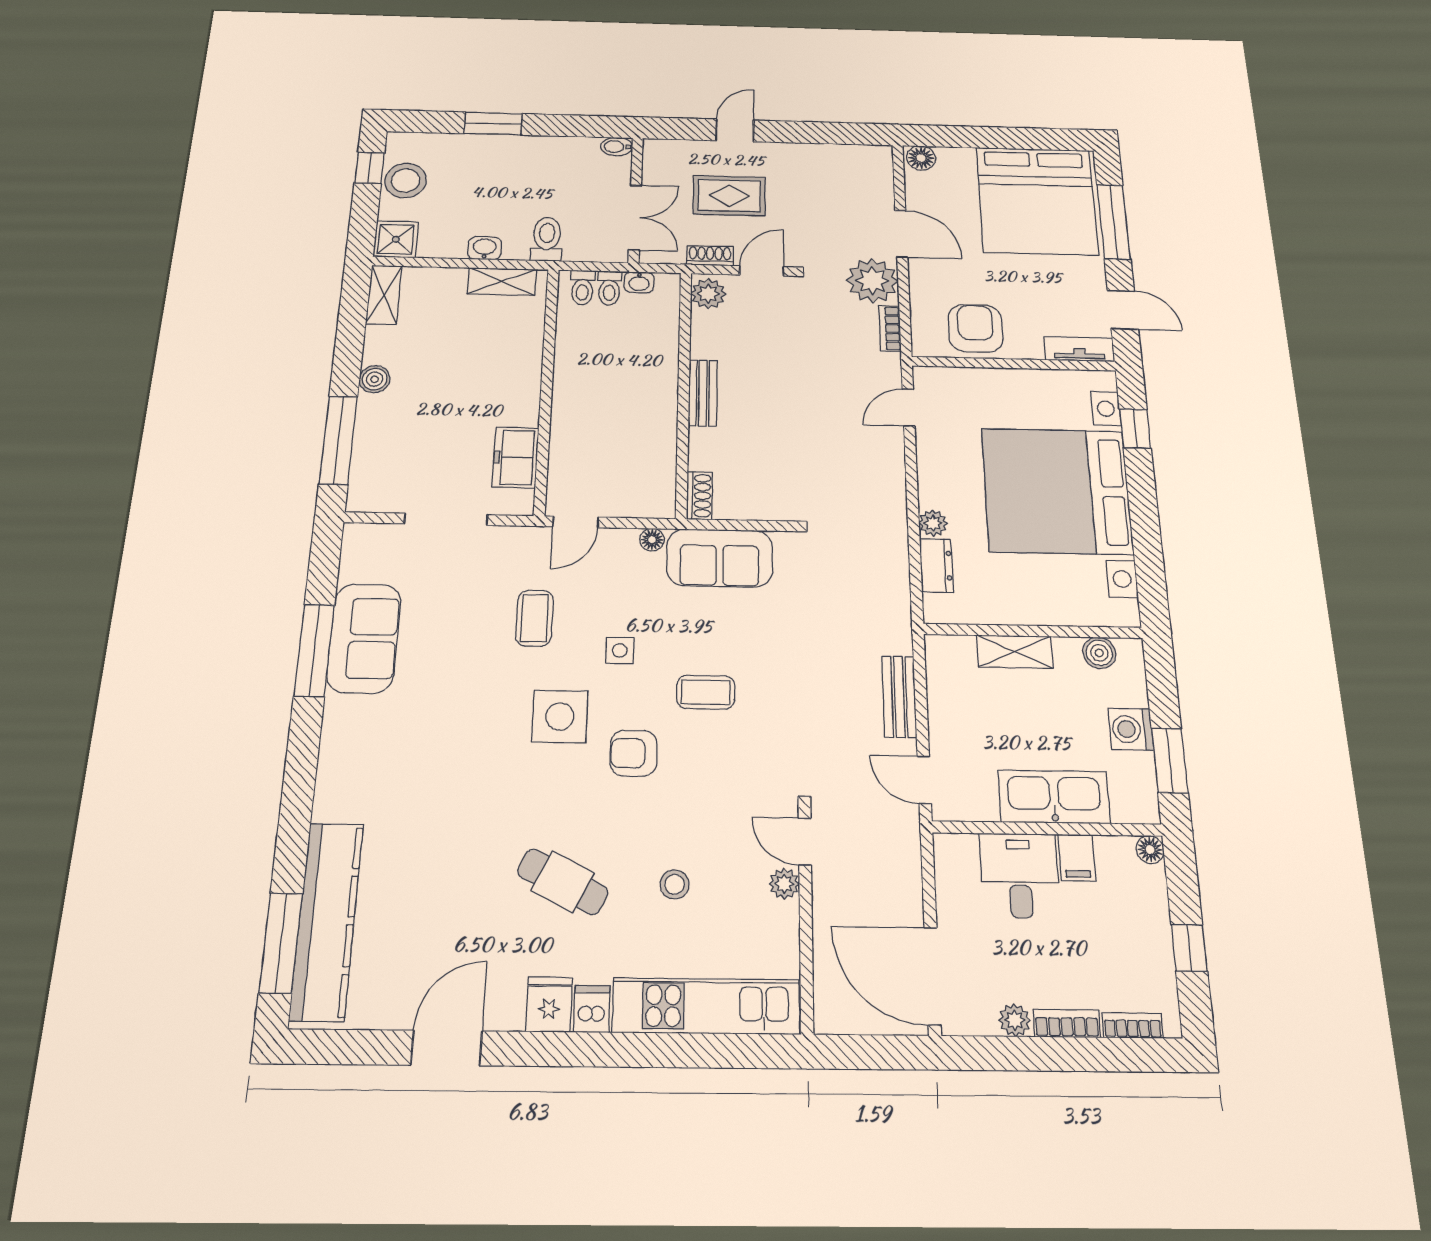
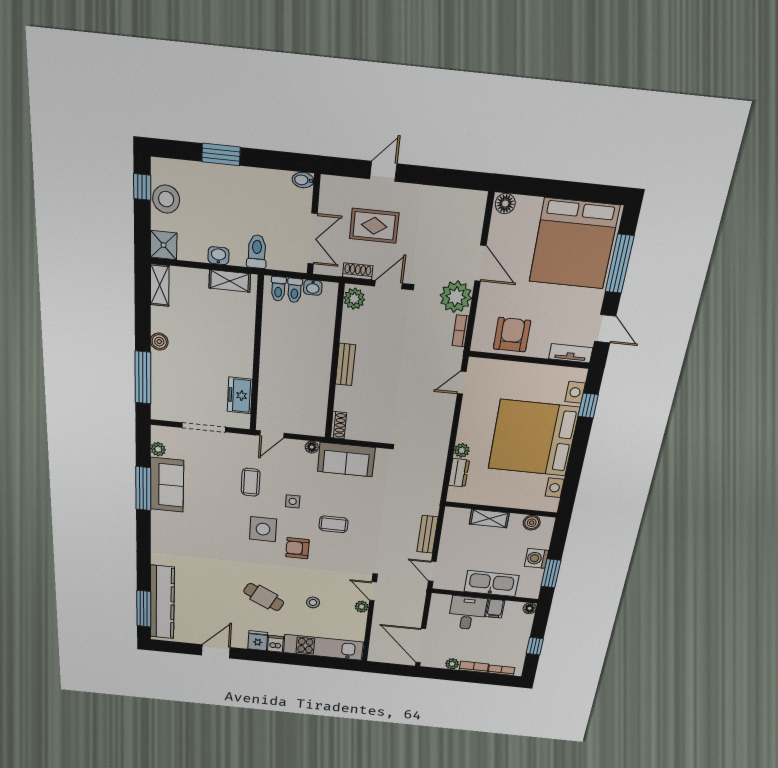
plant: (353, 568) -> (158, 449), added

